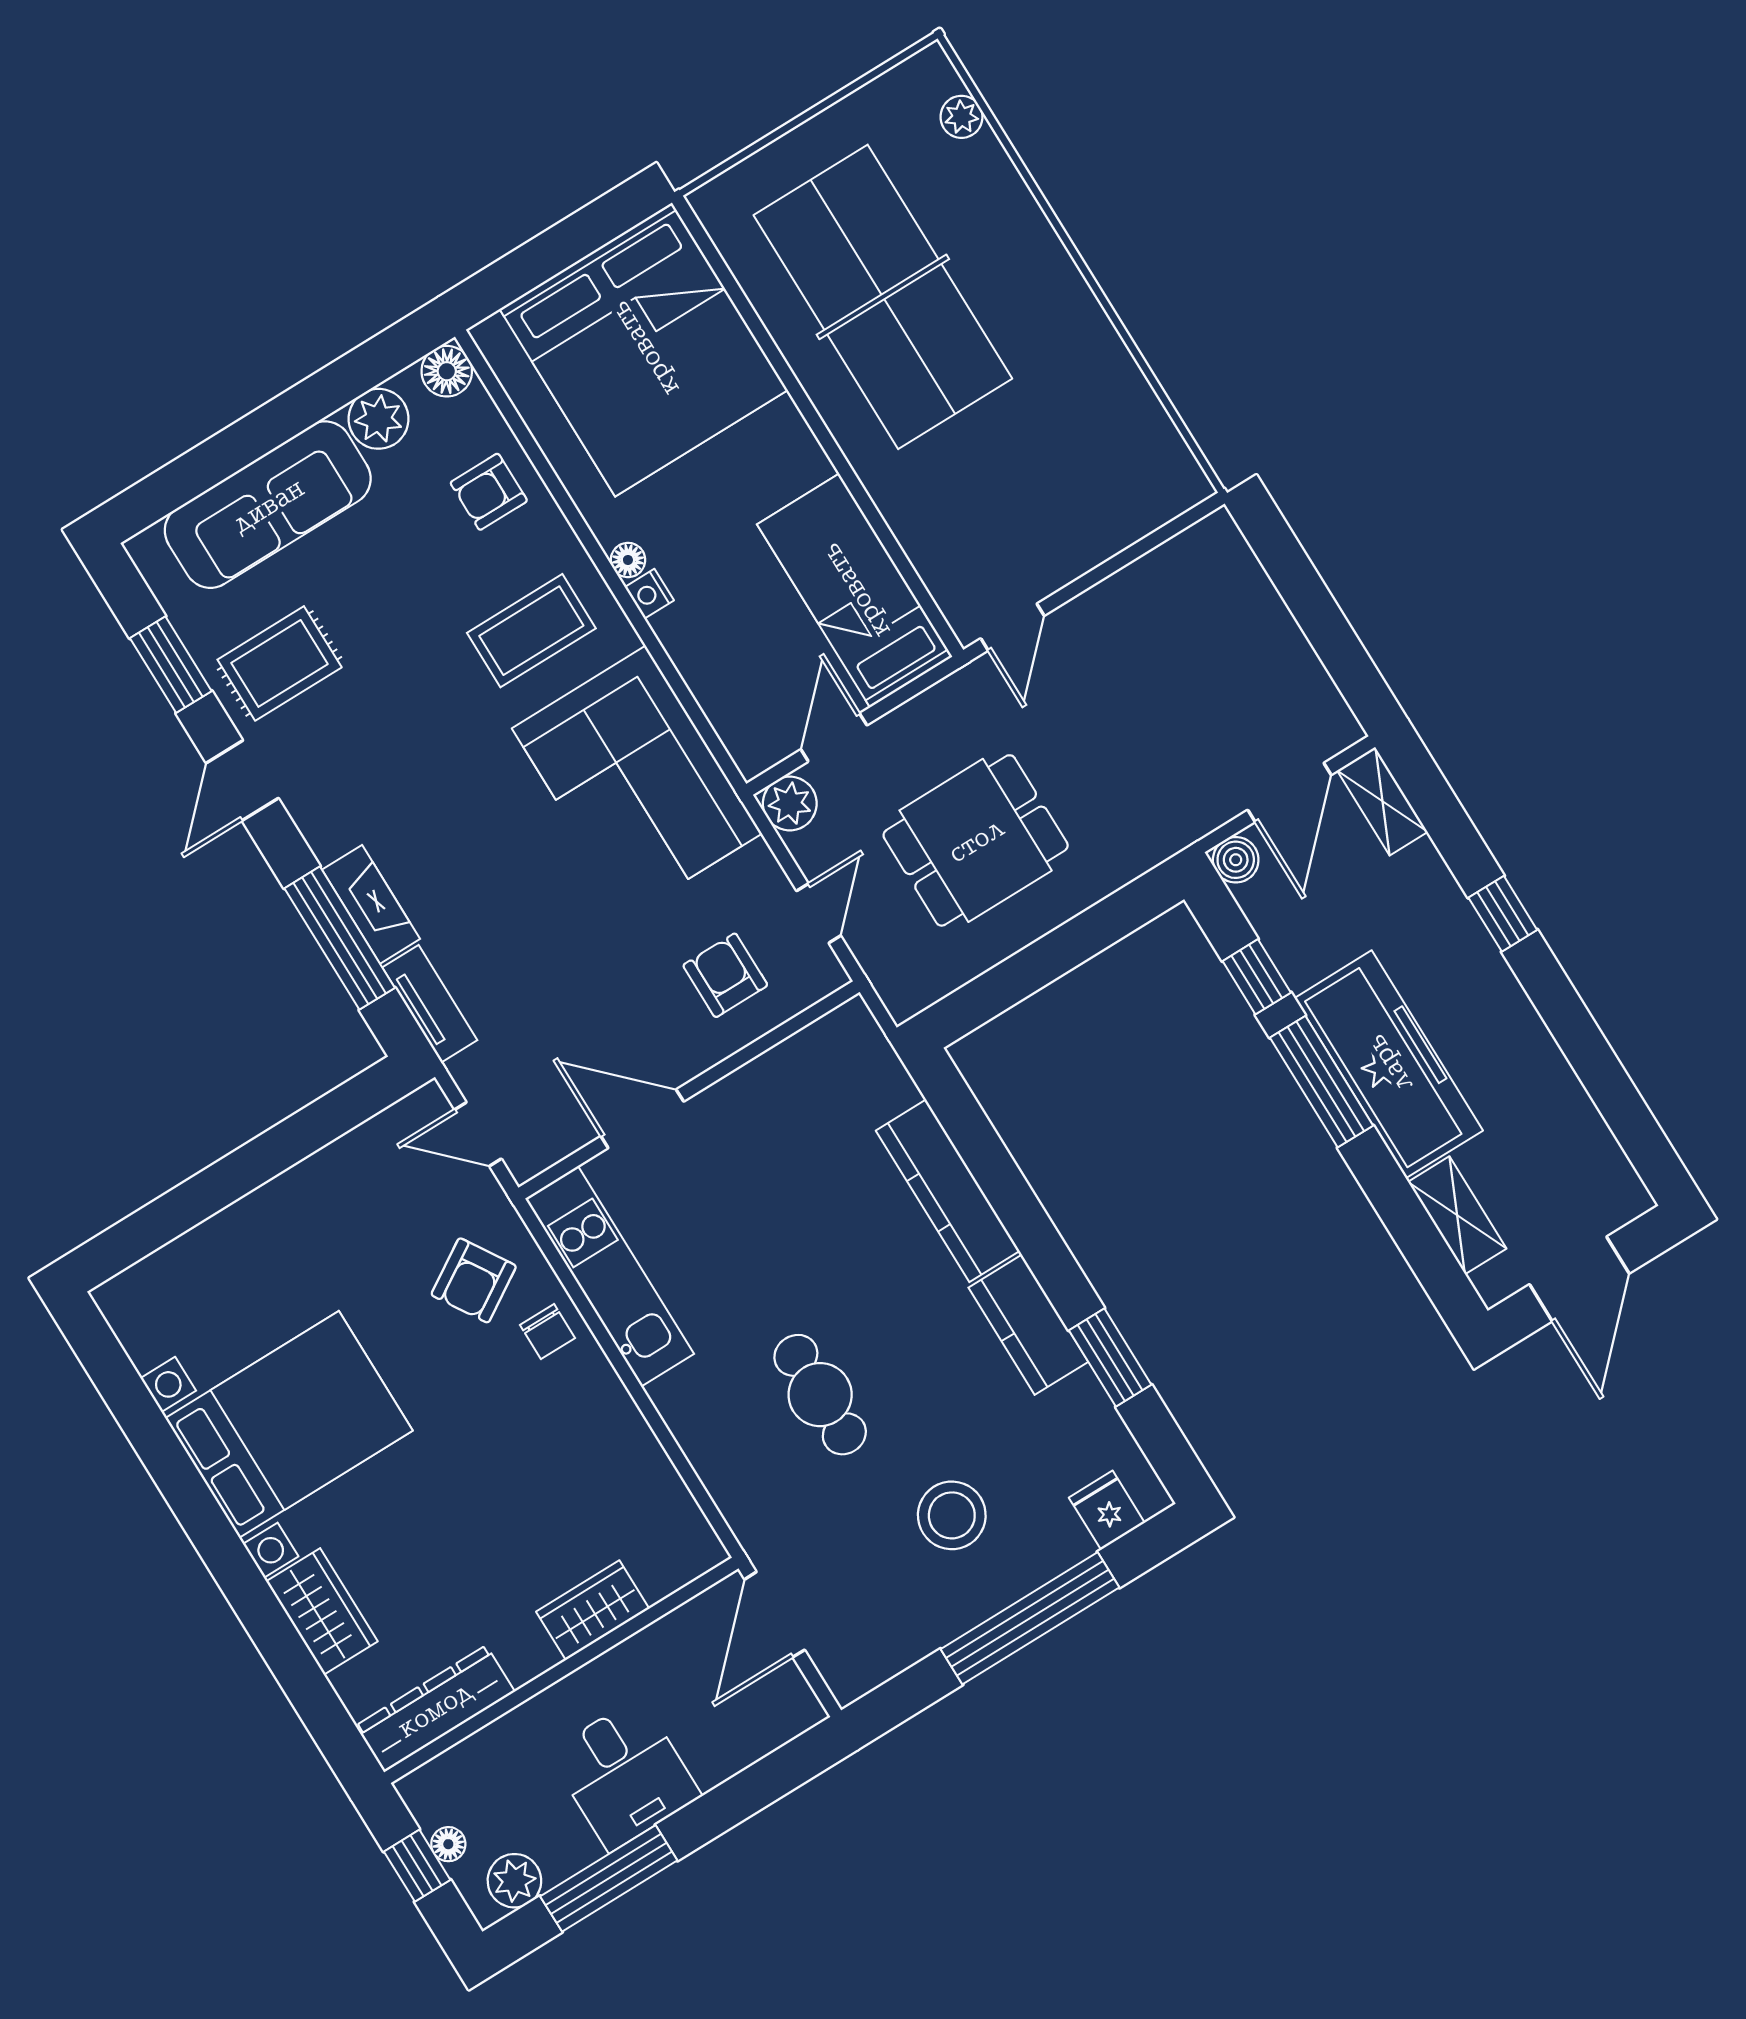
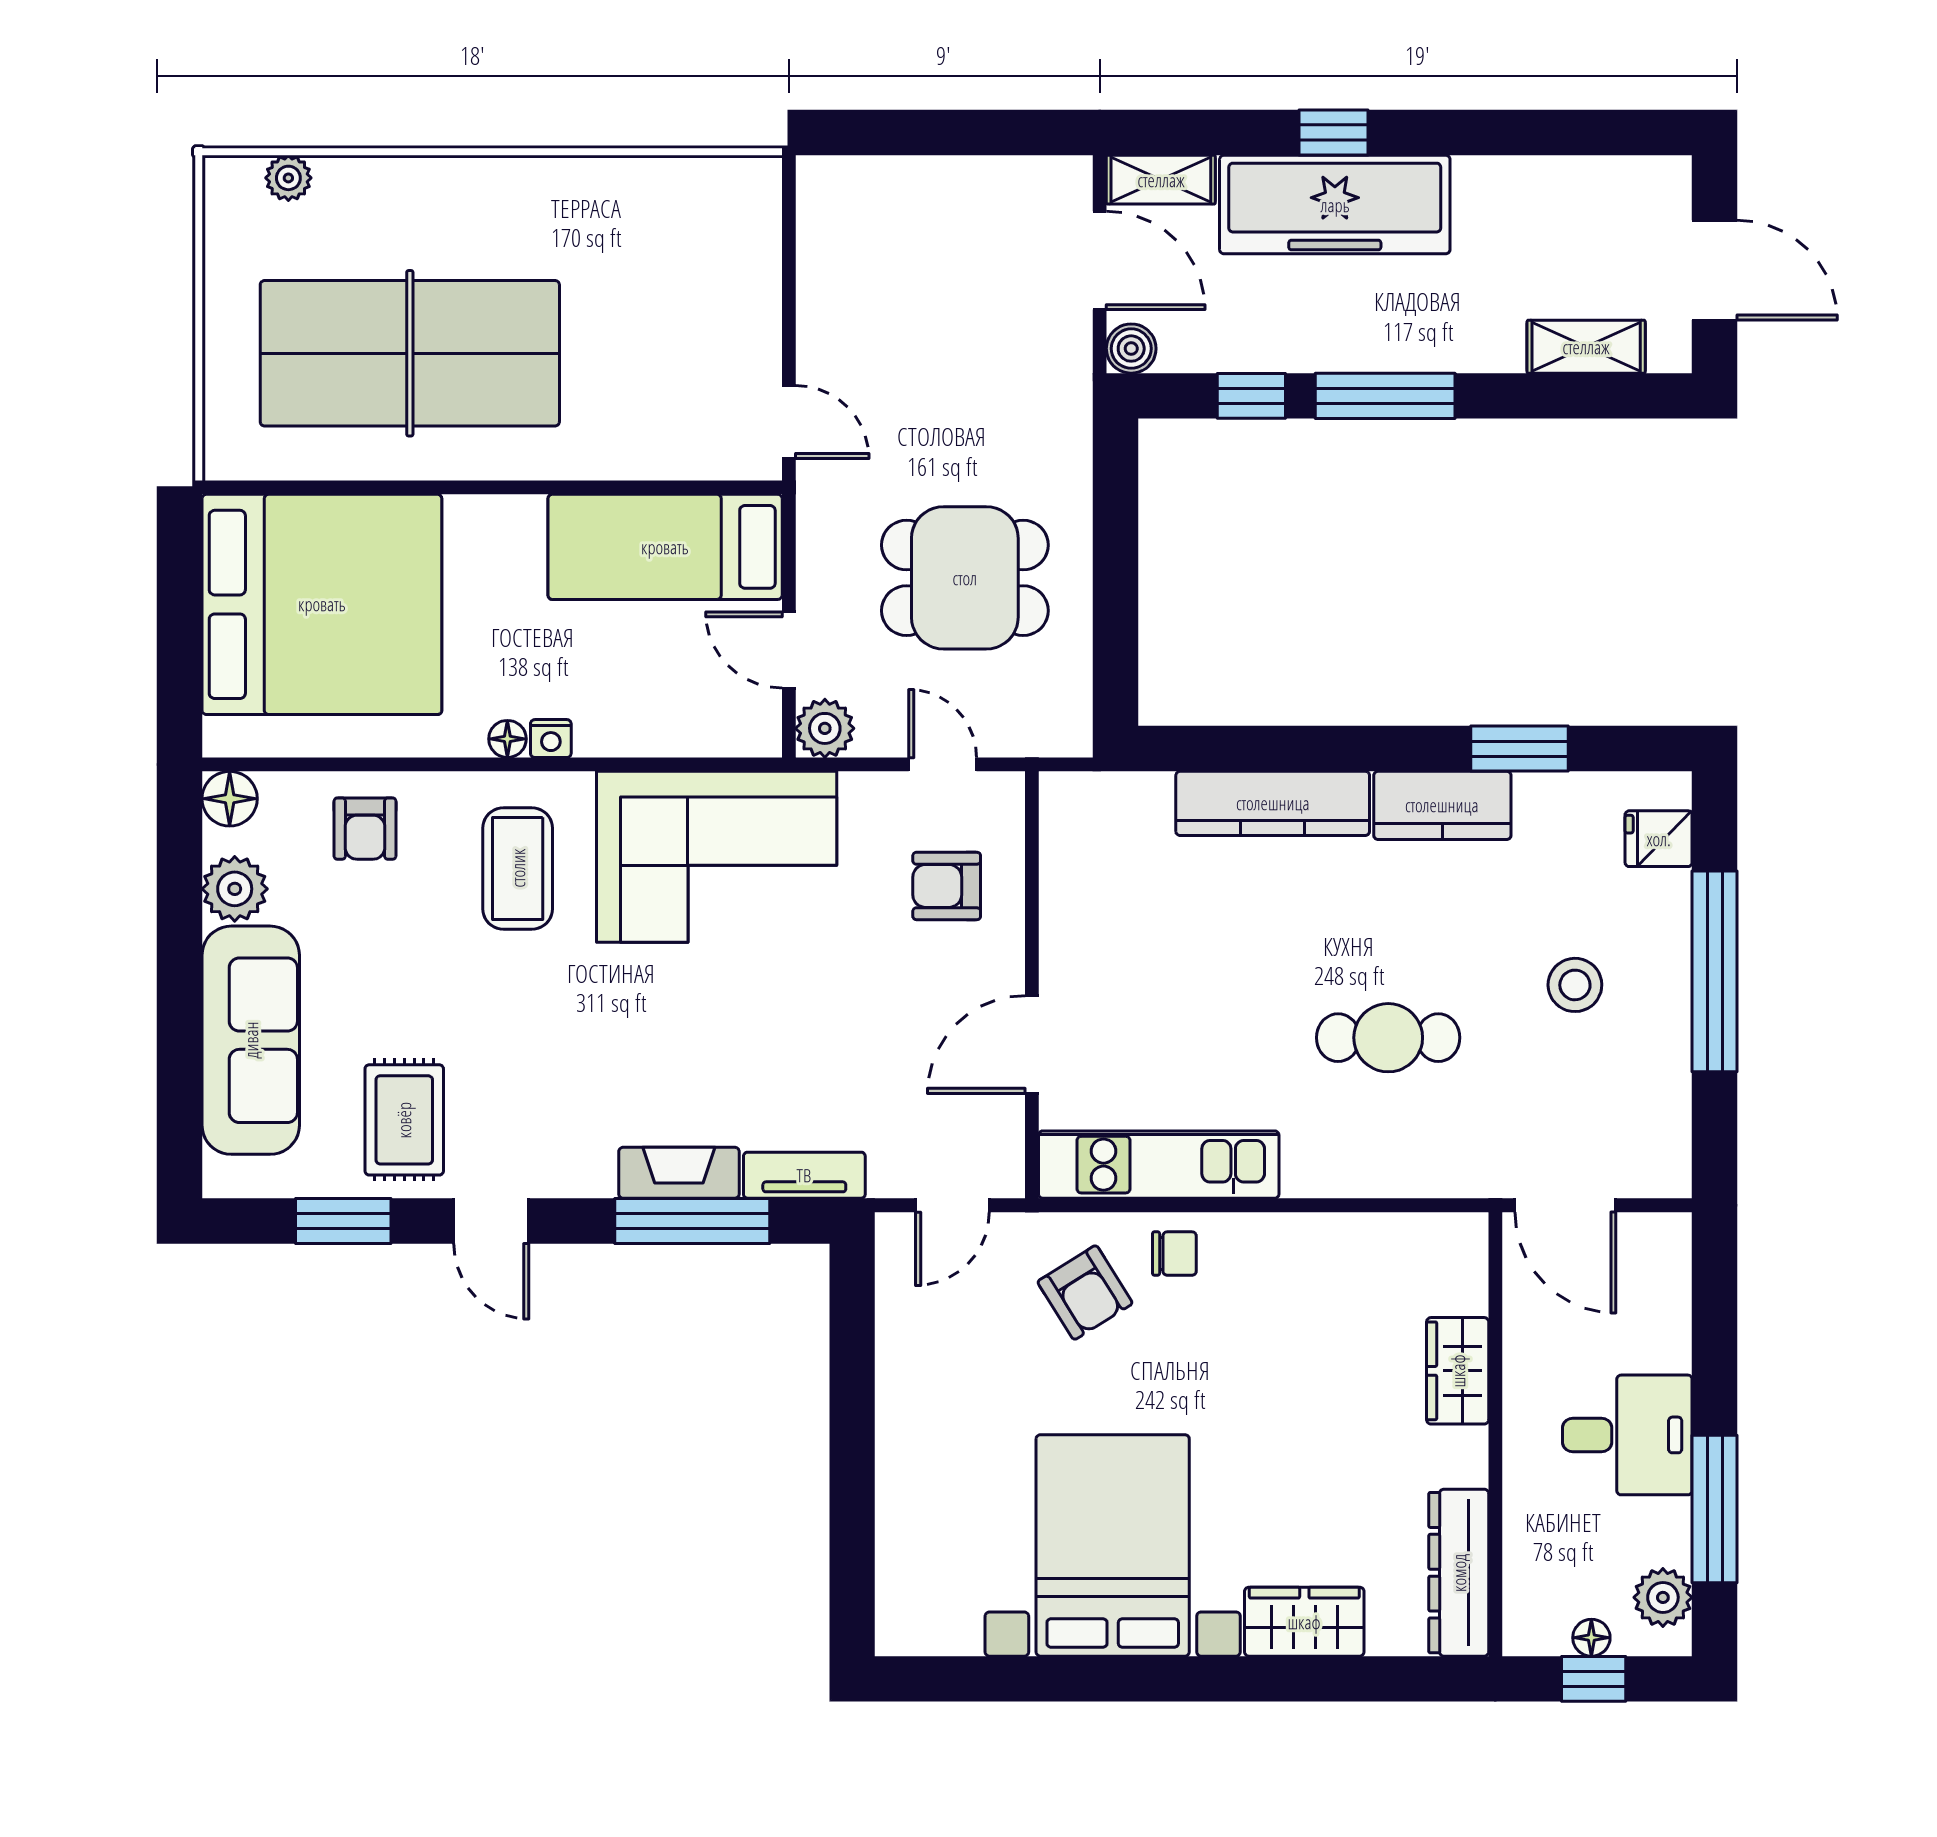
dining table: (976, 840) -> (965, 578), turned 90
freezer: (1389, 1064) -> (1335, 205), moved, turned 180
stool: (952, 1515) -> (1575, 985), width x0.73, depth x0.73

